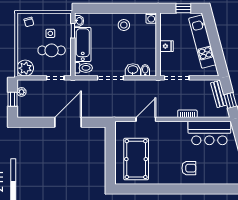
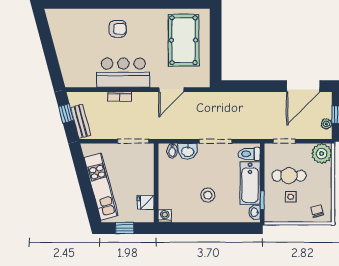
stool: (124, 25) -> (208, 195), moved
fridge: (166, 46) -> (146, 202), moved
door: (68, 122) -> (303, 86), moved
bar counter: (209, 133) -> (123, 73), moved
armchair: (189, 168) -> (118, 29), turned 180

